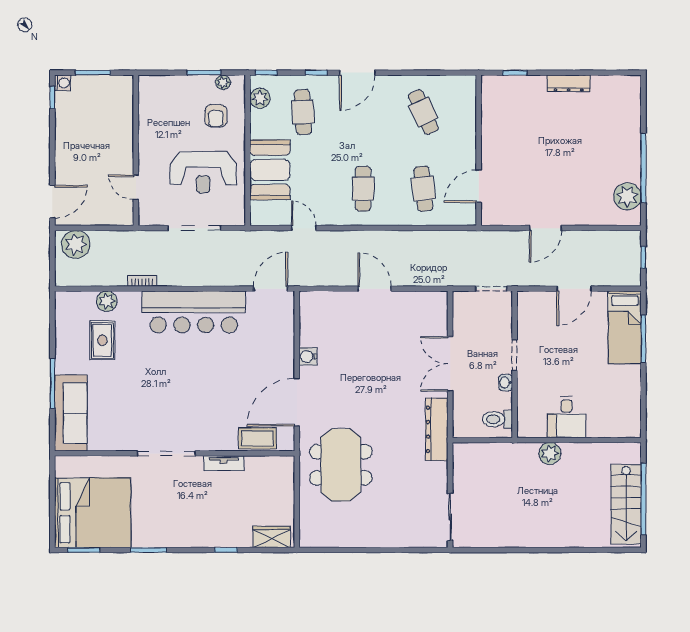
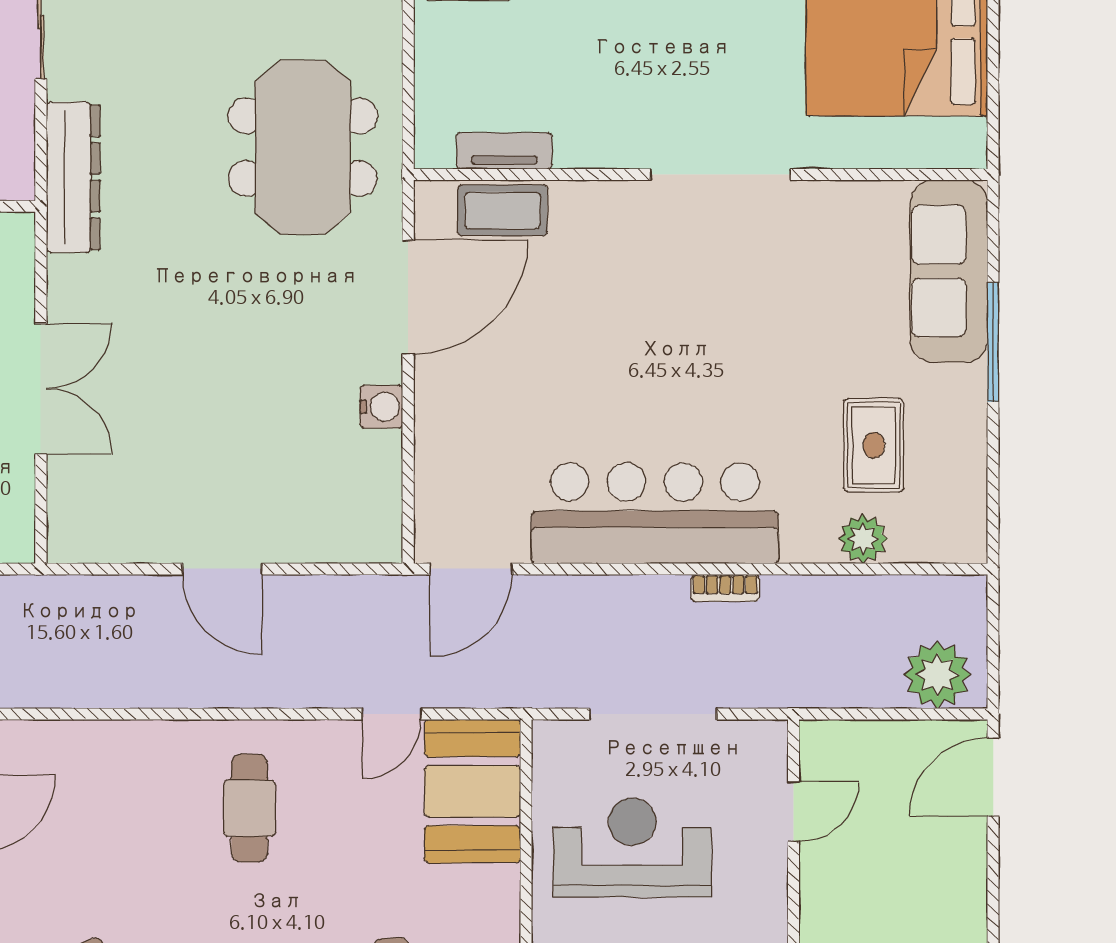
booth: (270, 170) -> (473, 791), moved
door: (136, 187) -> (794, 812), hinge flipped
cafe table: (423, 189) -> (105, 808), removed
door: (304, 228) -> (392, 714), hinge flipped
bookcase: (142, 281) -> (725, 588), moved
dresser: (437, 429) -> (73, 177), moved
tv unit: (224, 463) -> (504, 151), moved

